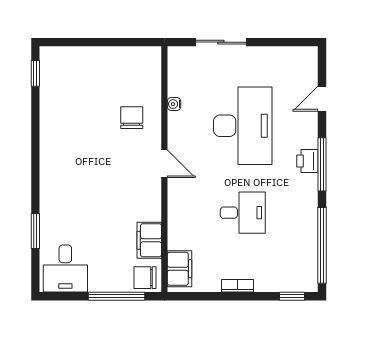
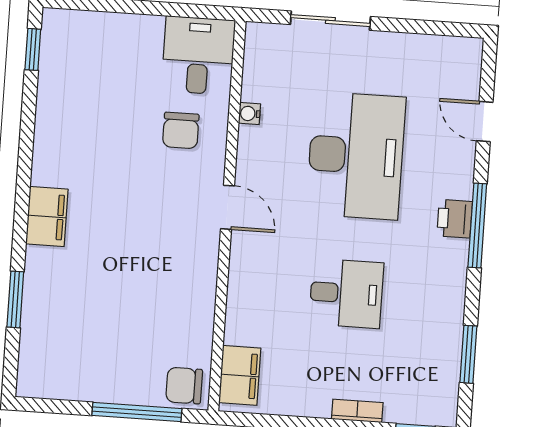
door: (322, 99) -> (485, 122), hinge flipped
chair: (132, 118) -> (181, 130), turned 180
filing cabinet: (149, 240) -> (47, 217), moved, turned 180
window: (322, 245) -> (468, 354), width x0.47
desk: (65, 269) -> (198, 55), moved, turned 180
bookcase: (238, 286) -> (357, 411), moved

